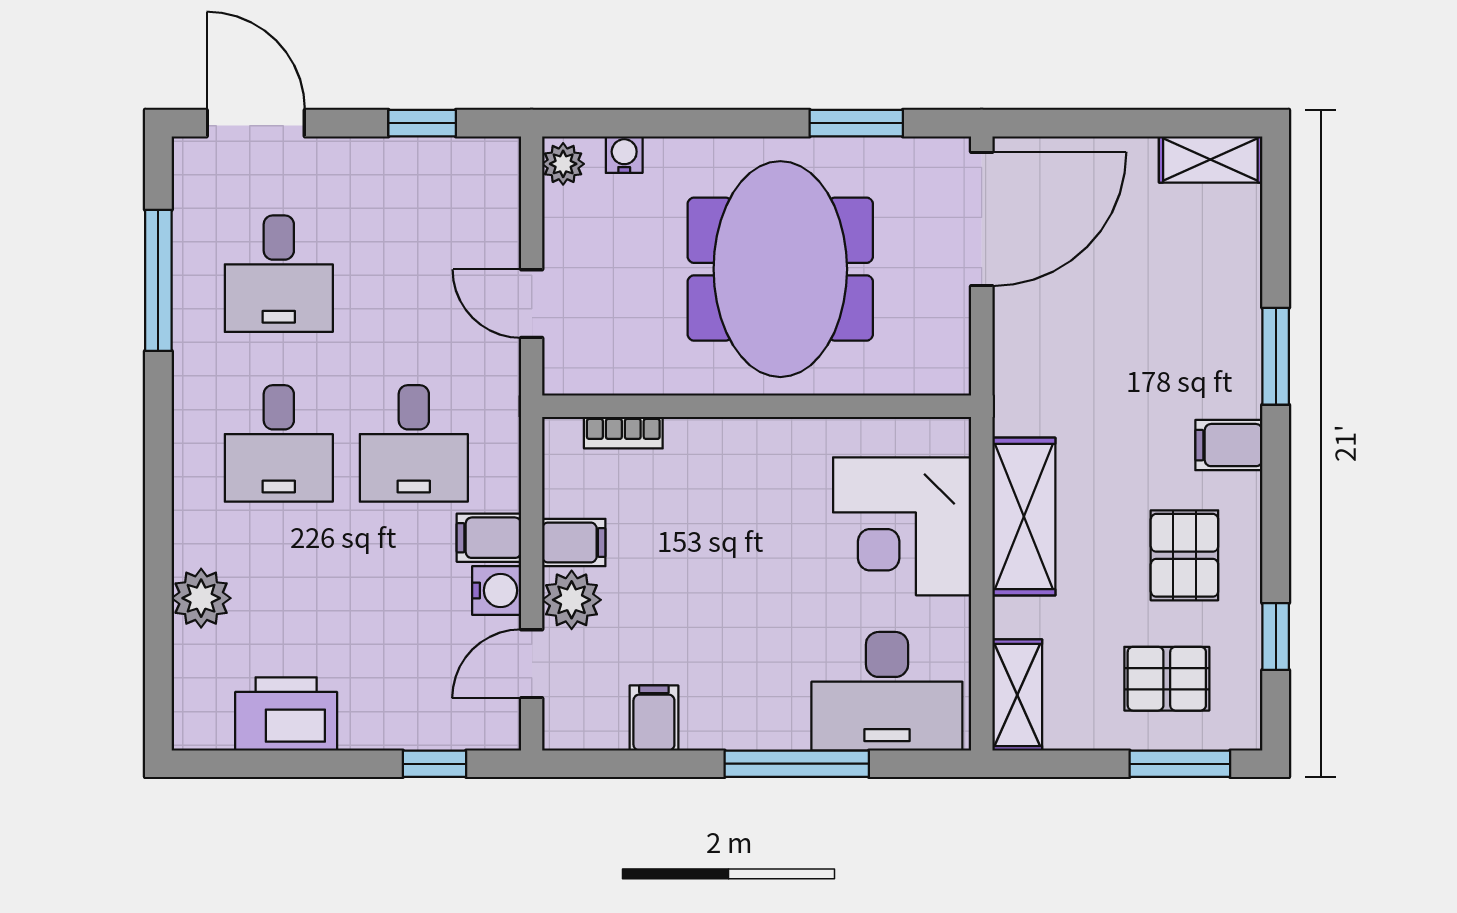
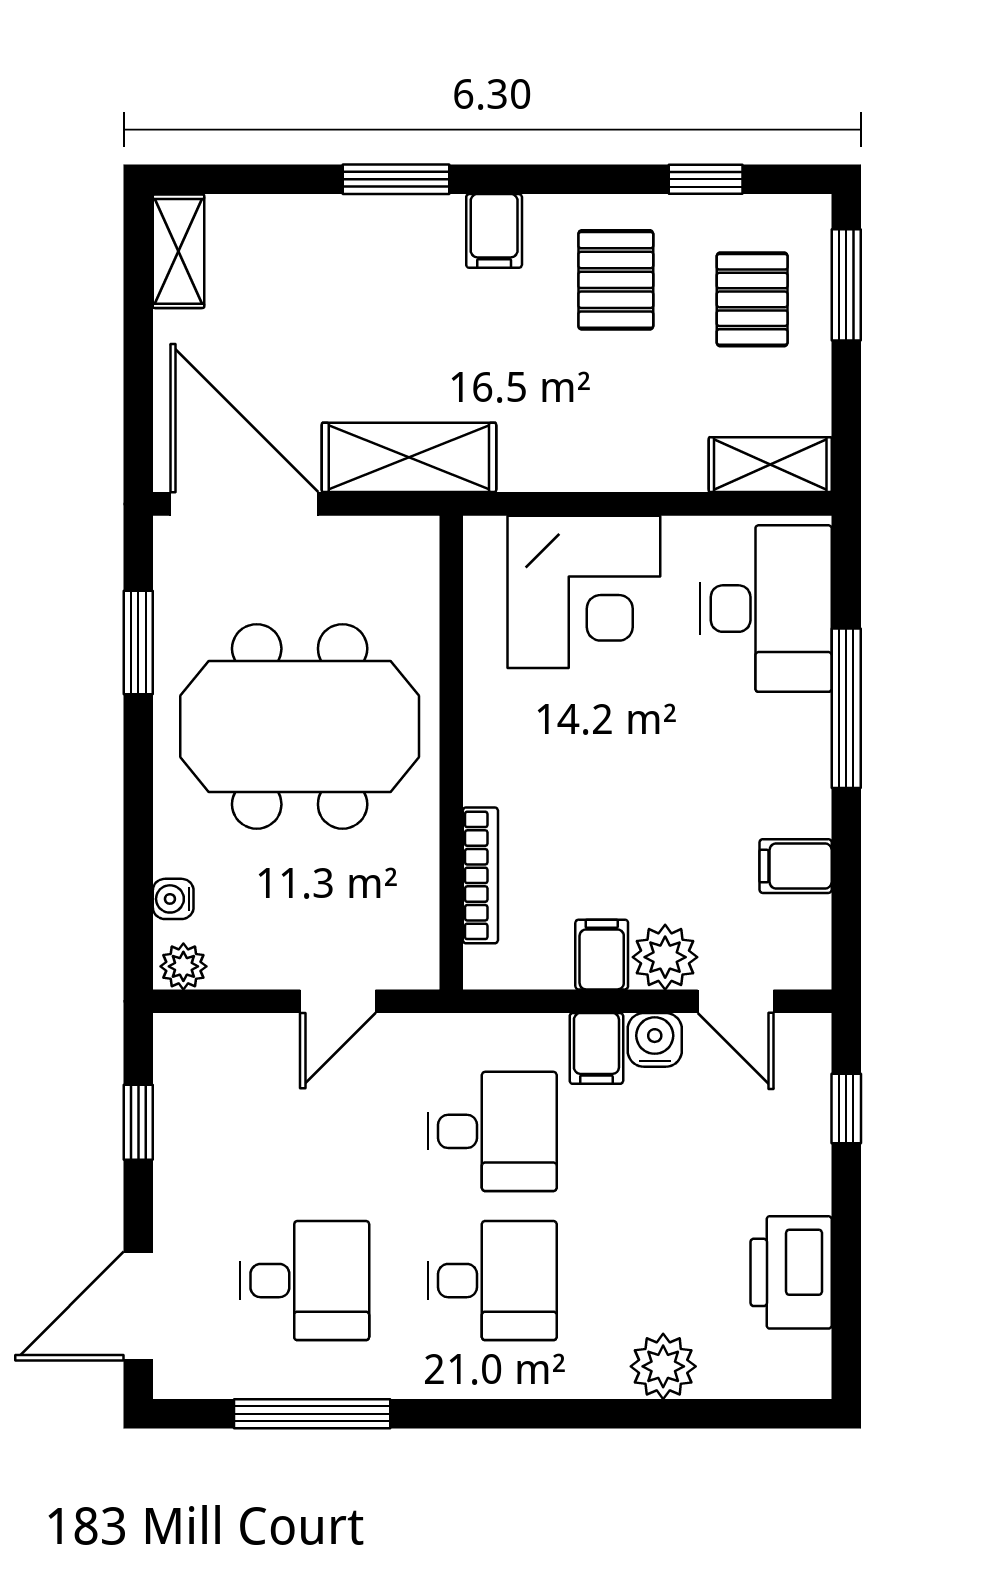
bookcase: (623, 433) -> (480, 875), width x1.56
shelving: (1024, 517) -> (409, 457), moved
pallet: (1184, 555) -> (616, 280), turned 90

